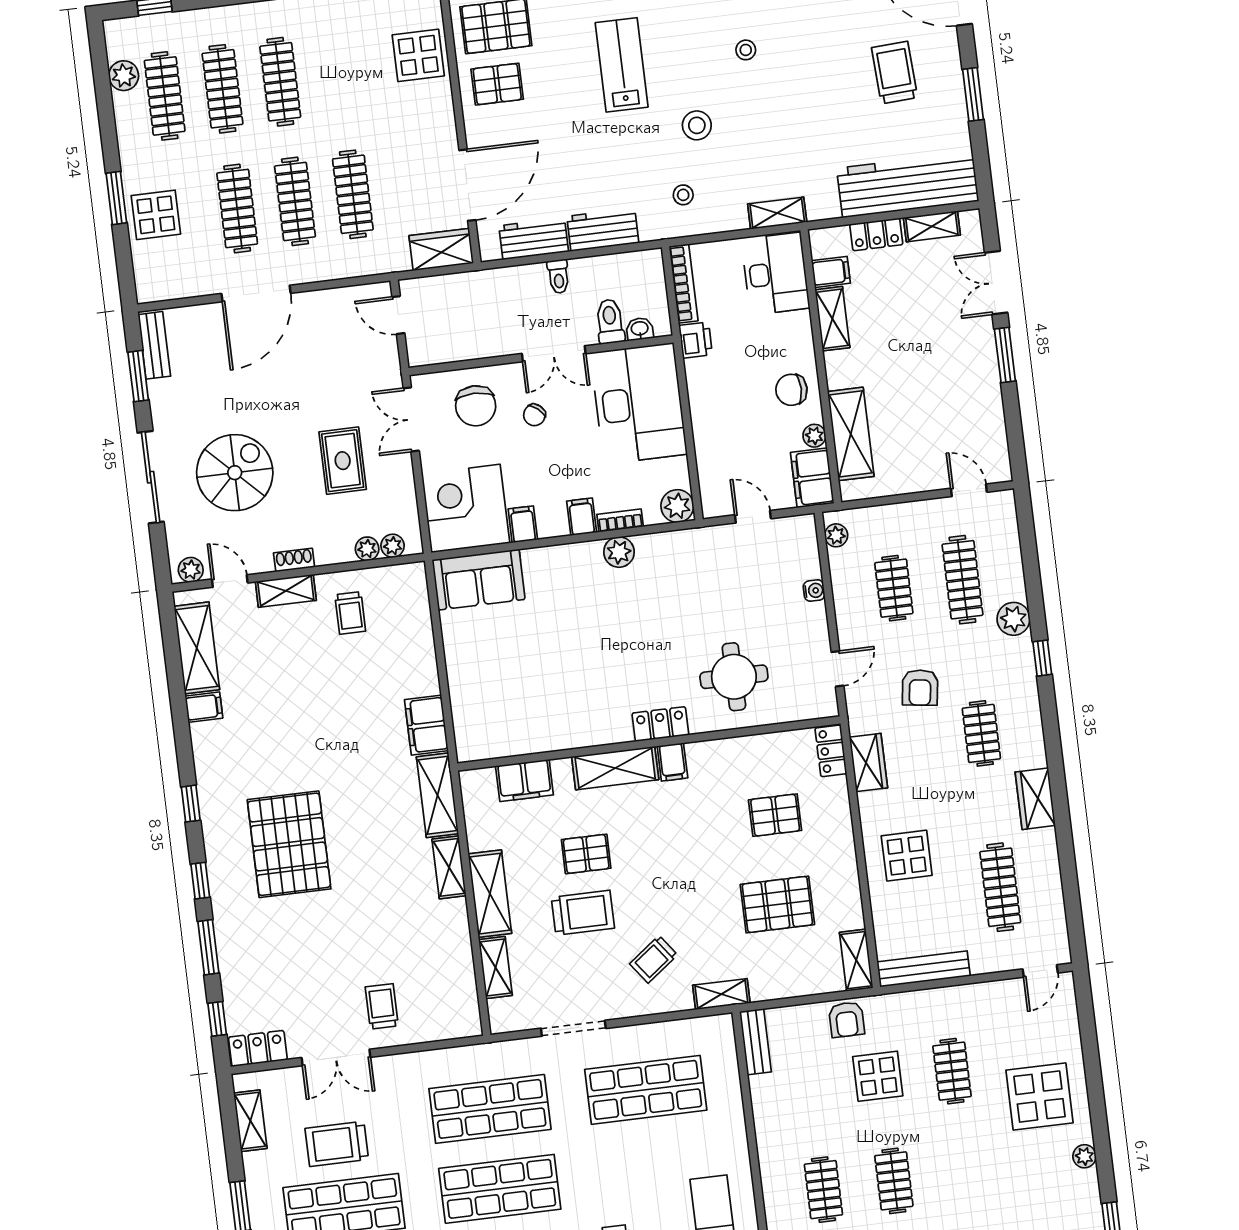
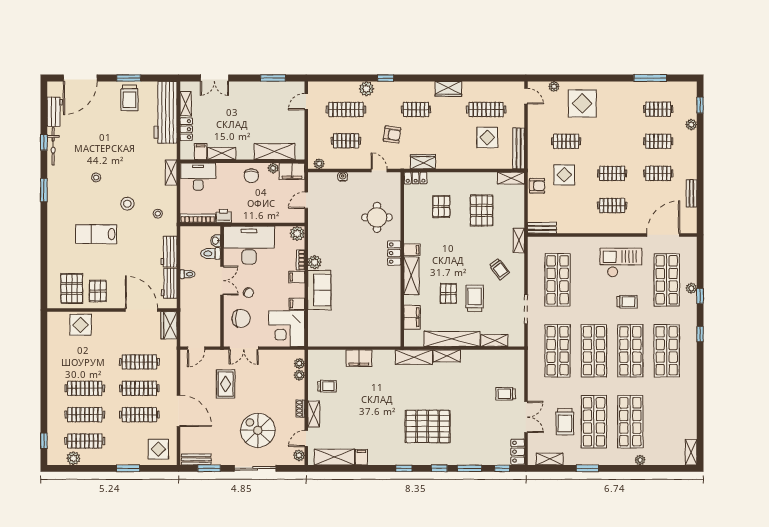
trolley: (894, 73) -> (129, 98), moved, turned -87
display table: (156, 215) -> (158, 449), moved
window: (1005, 355) -> (273, 78), moved
rug: (343, 461) -> (226, 384), moved, turned 90
sofa: (479, 580) -> (319, 290), moved
filing cabinet: (426, 725) -> (359, 358), moved
display table: (907, 856) -> (487, 137), moved
shelving: (490, 894) -> (452, 339), width x1.47
plant: (1084, 1156) -> (554, 87), moved

